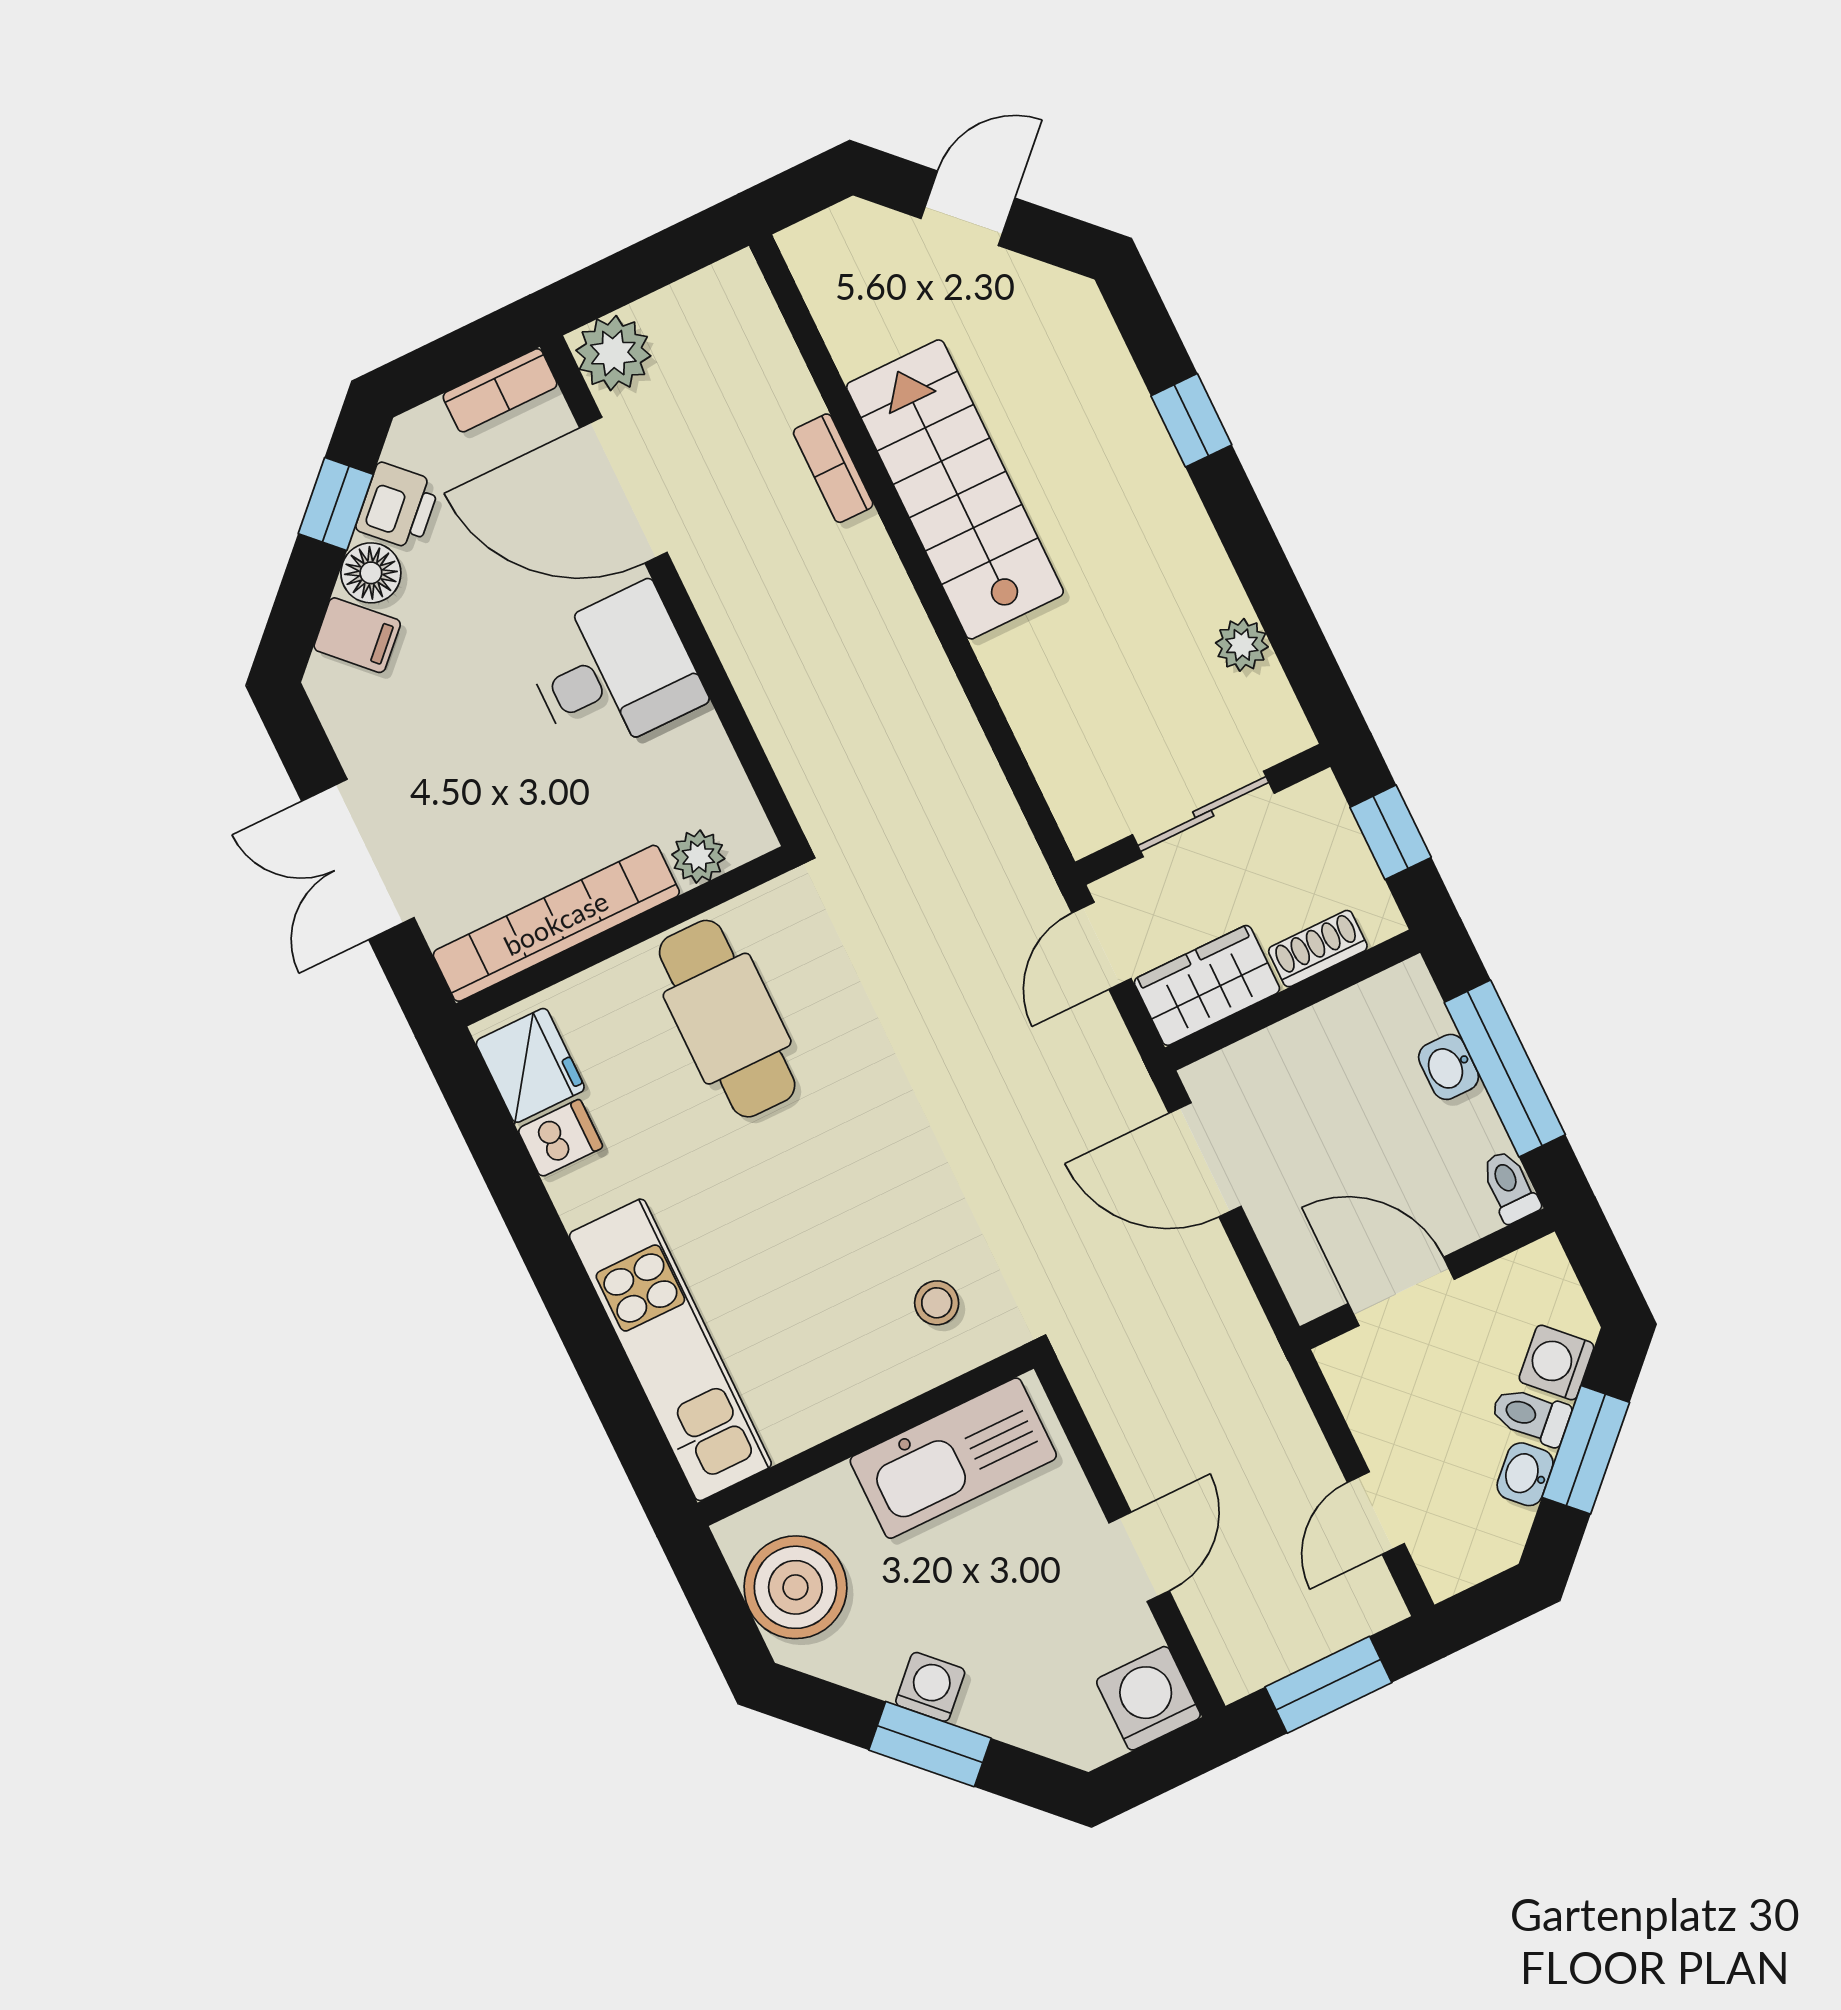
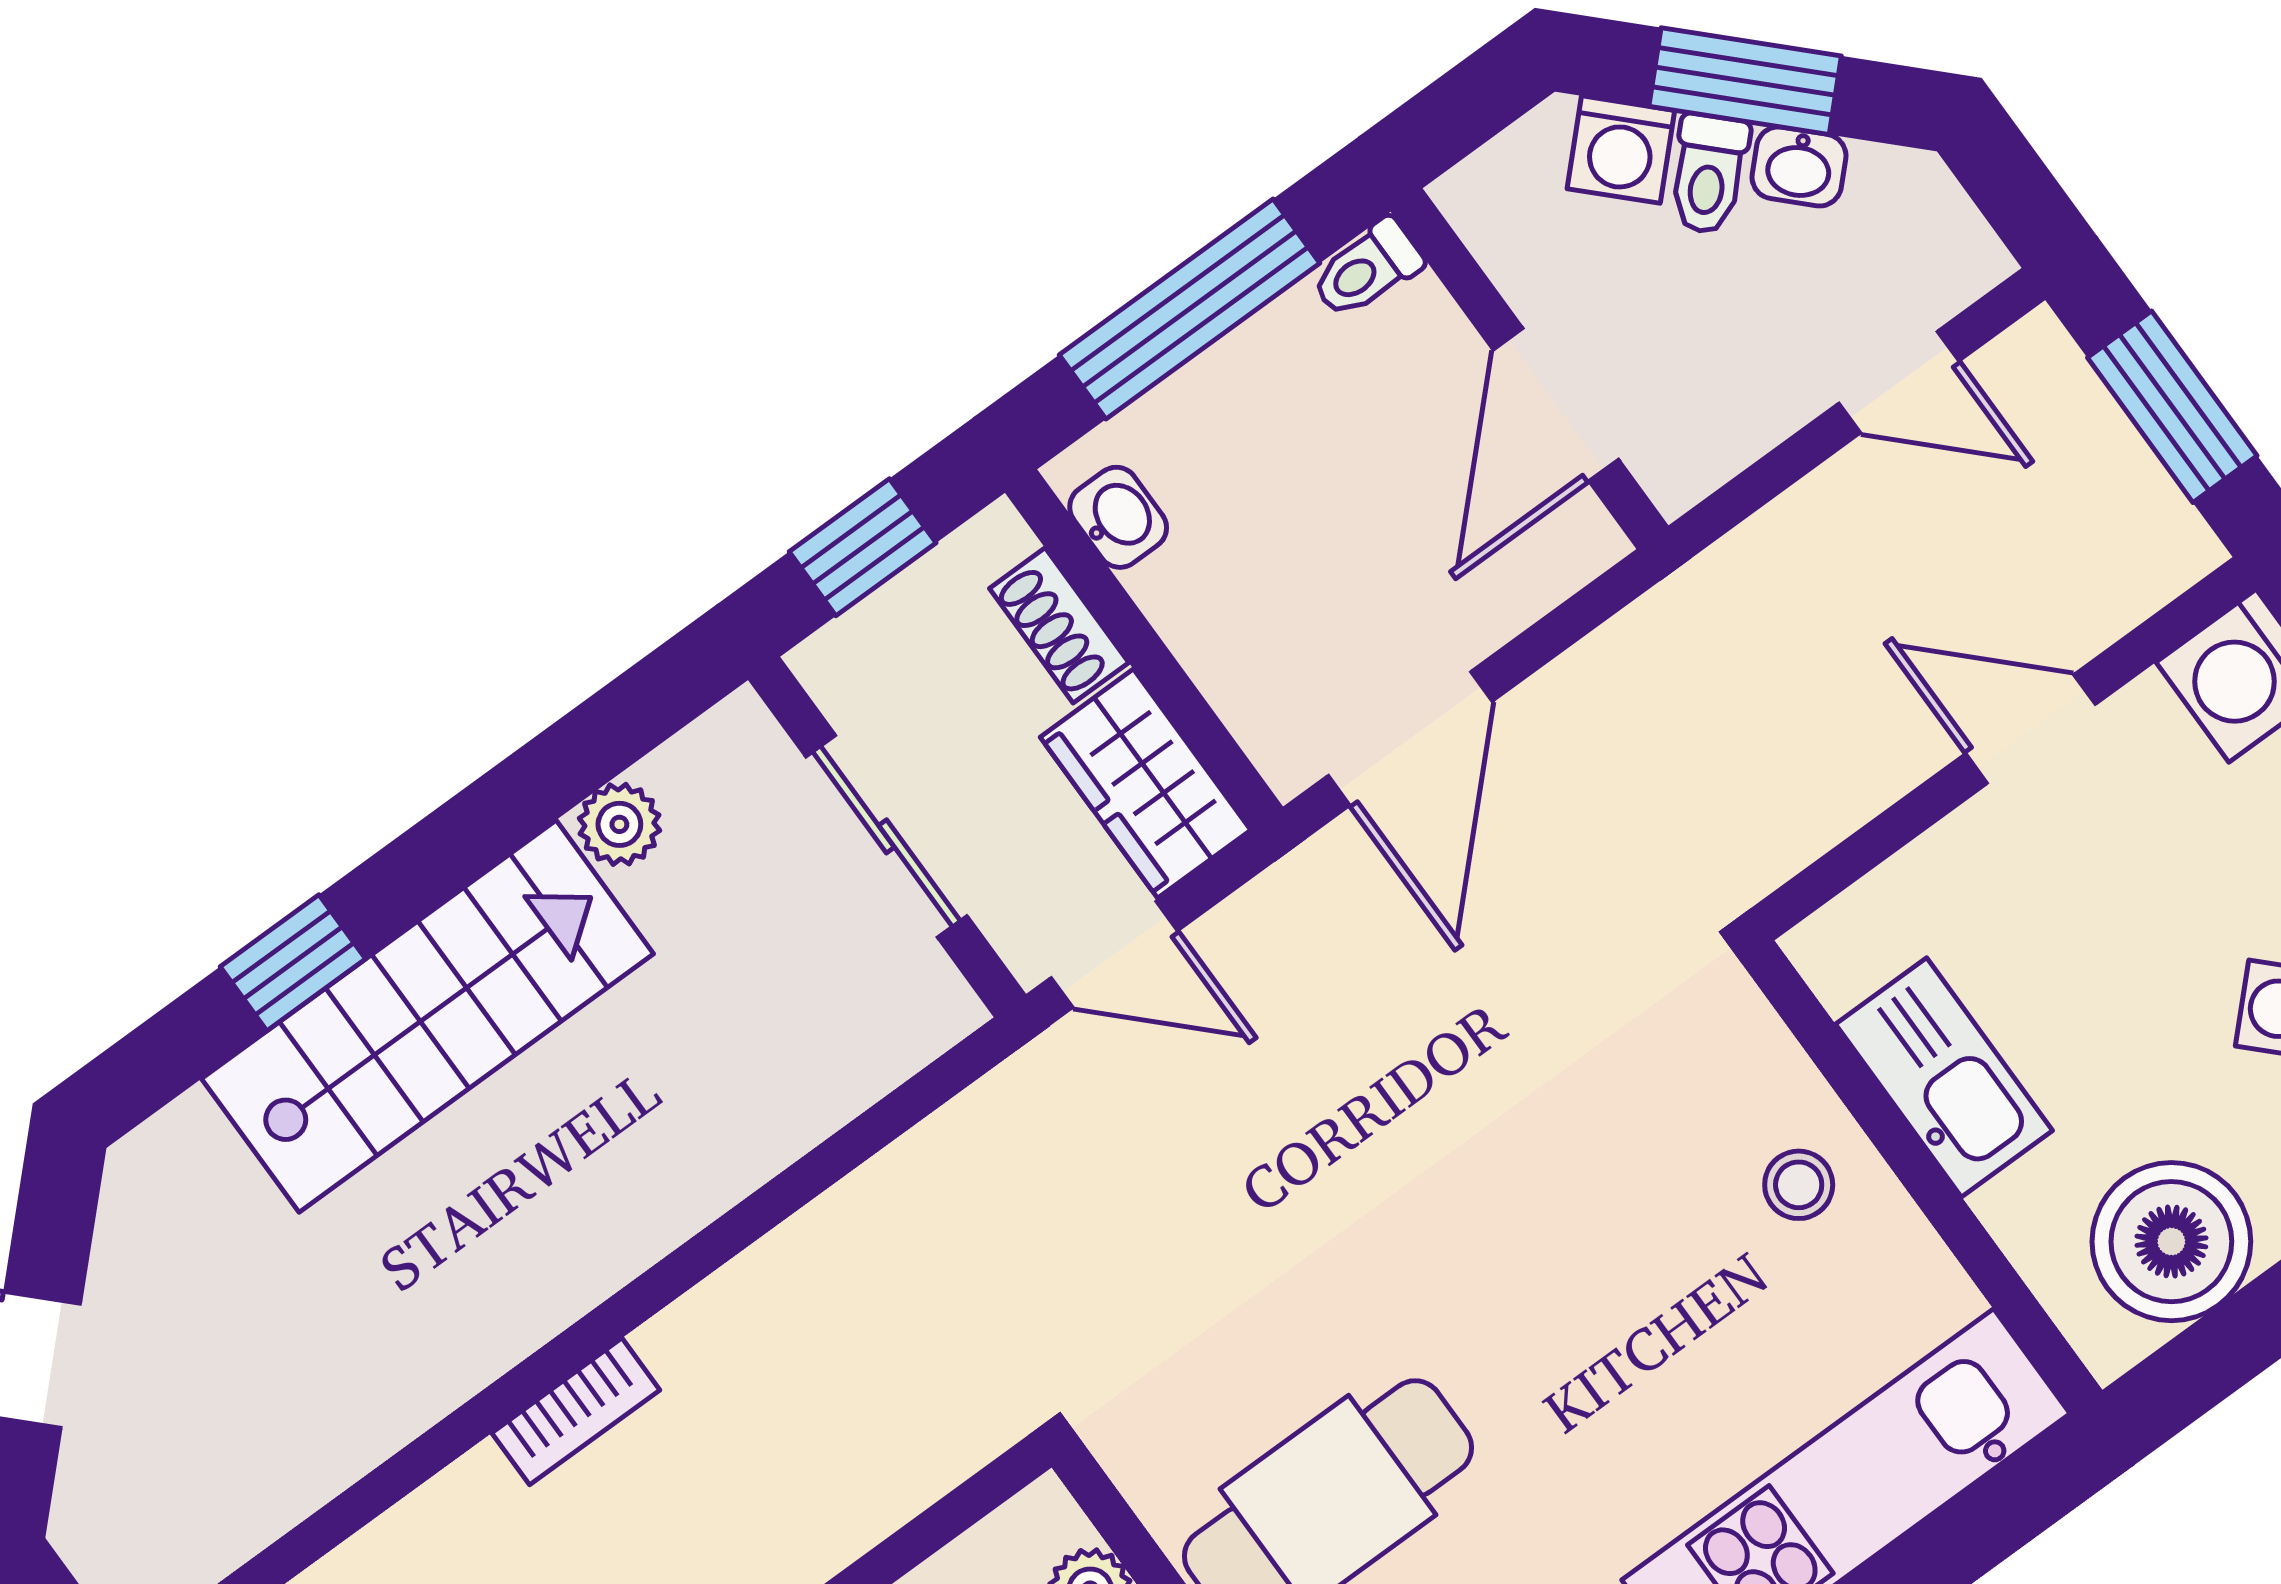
bookcase: (833, 468) -> (576, 1411), moved
stairs: (955, 489) -> (428, 1016), moved, turned 180
washbasin: (1449, 1067) -> (1118, 517), moved, turned -90
stool: (937, 1303) -> (1799, 1185), moved
kitchen sink: (953, 1458) -> (1944, 1077), width x0.73, depth x0.81

